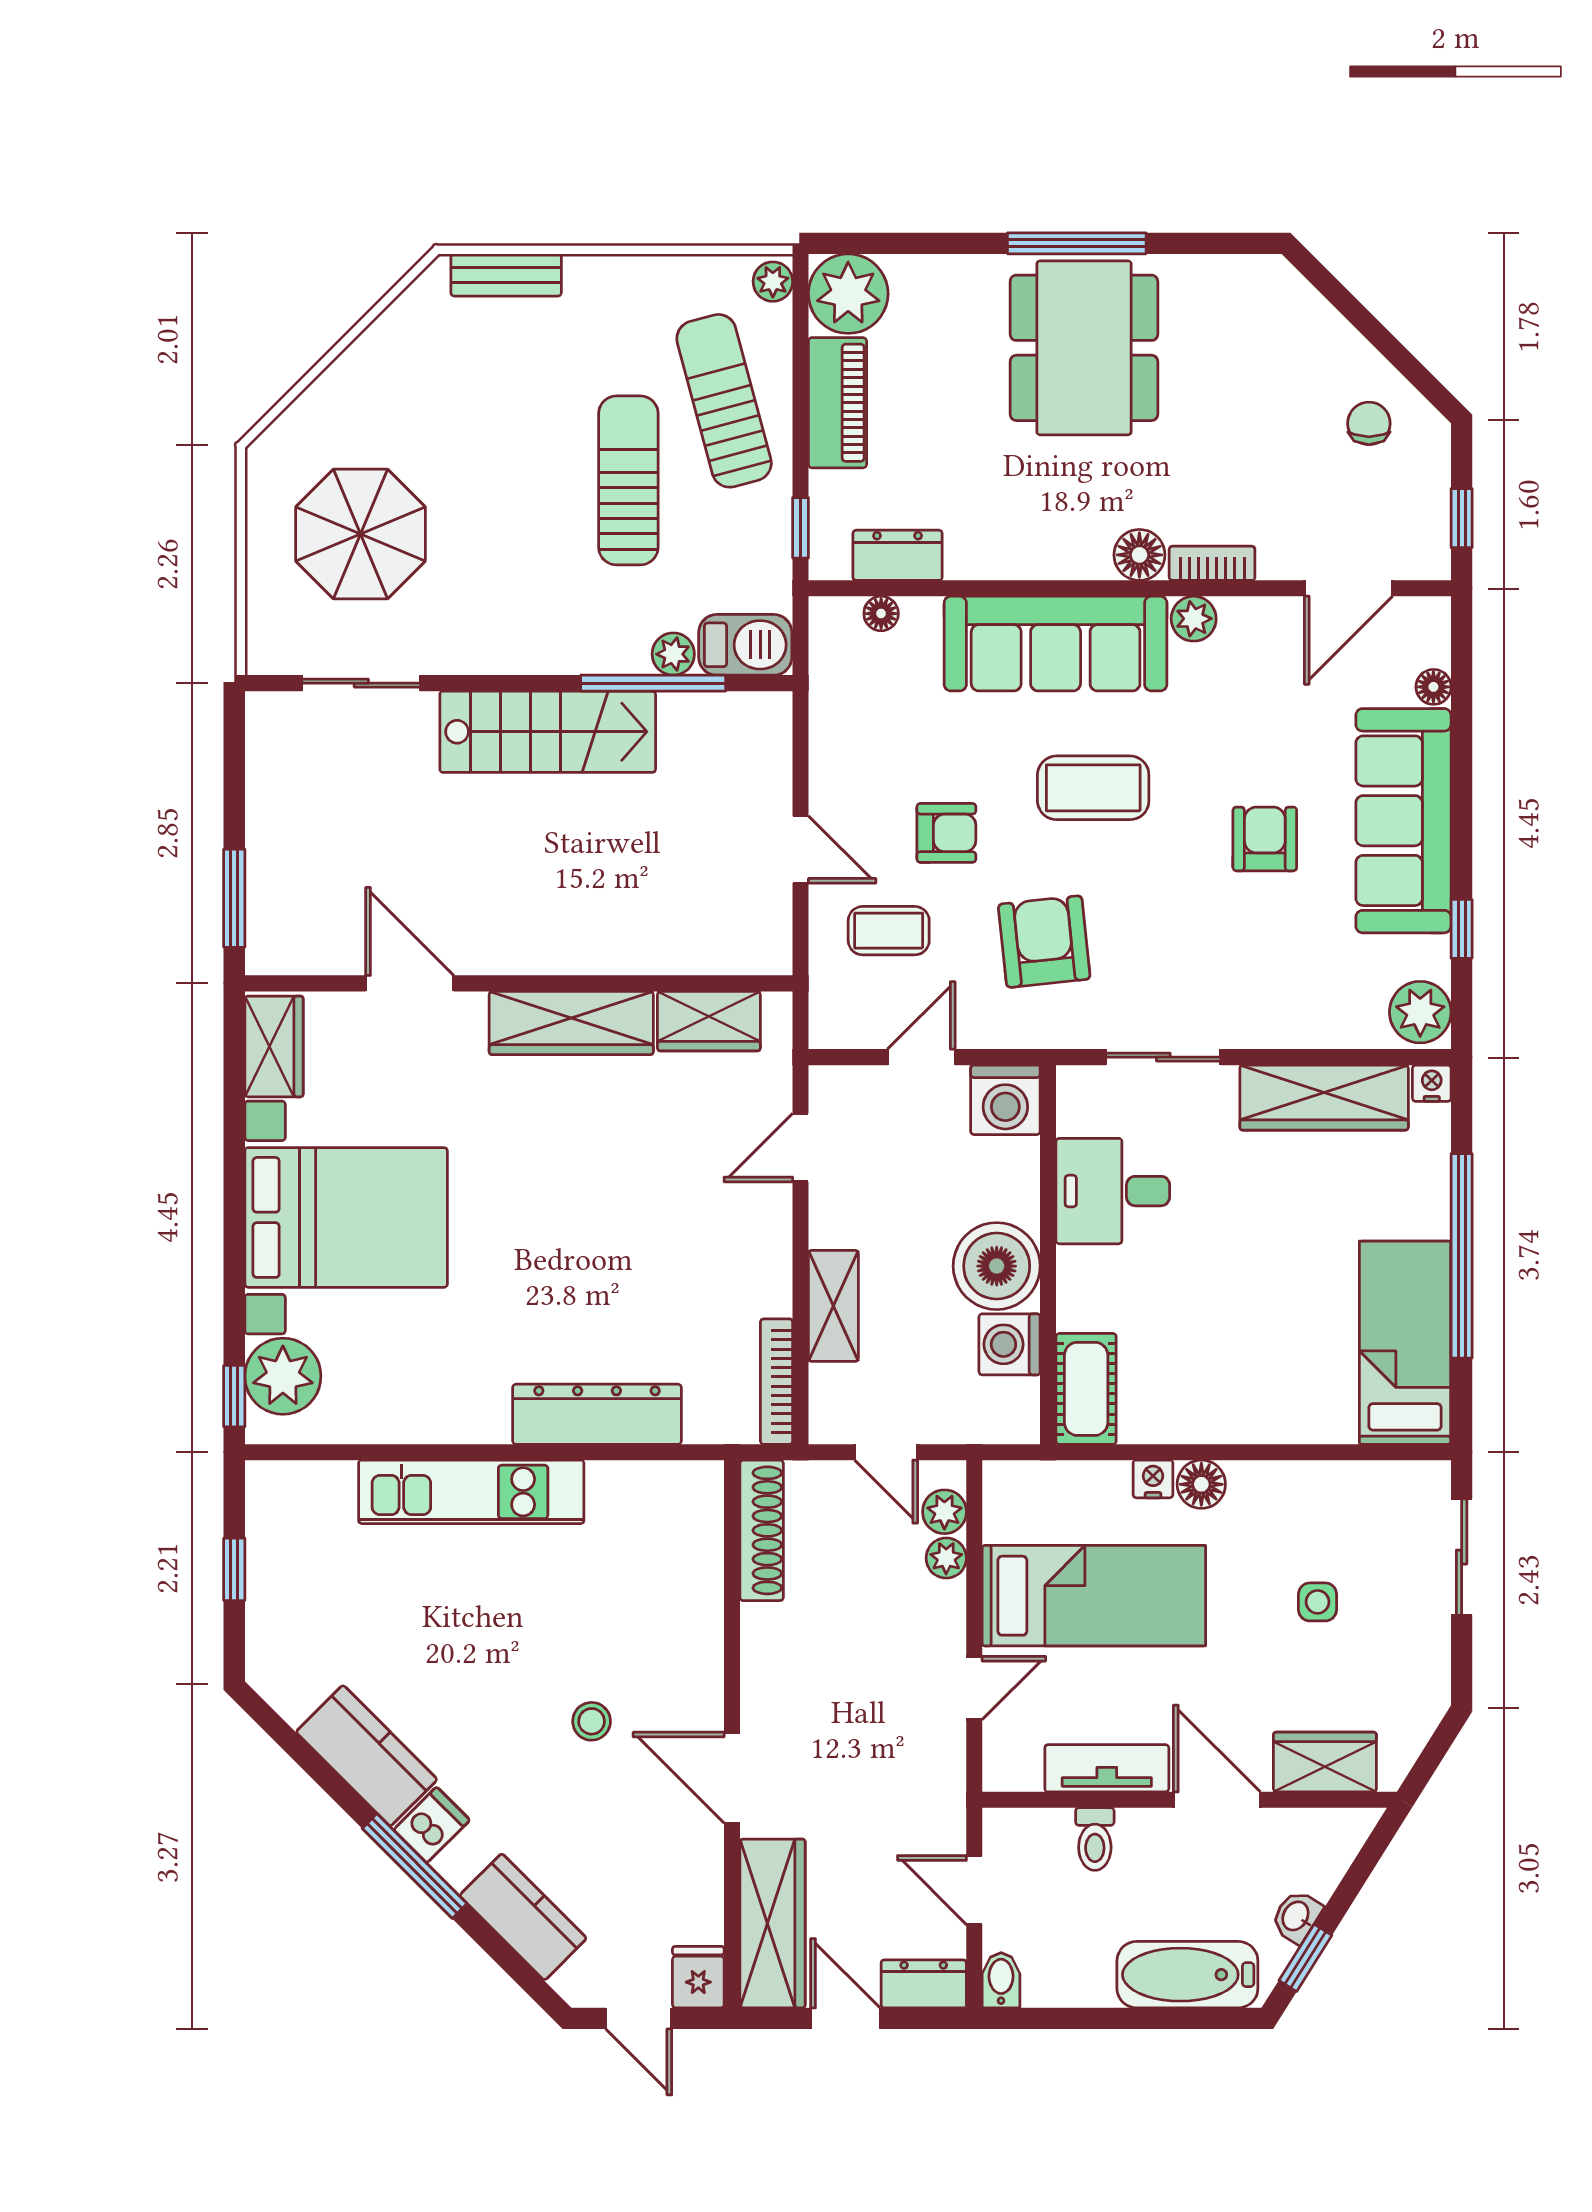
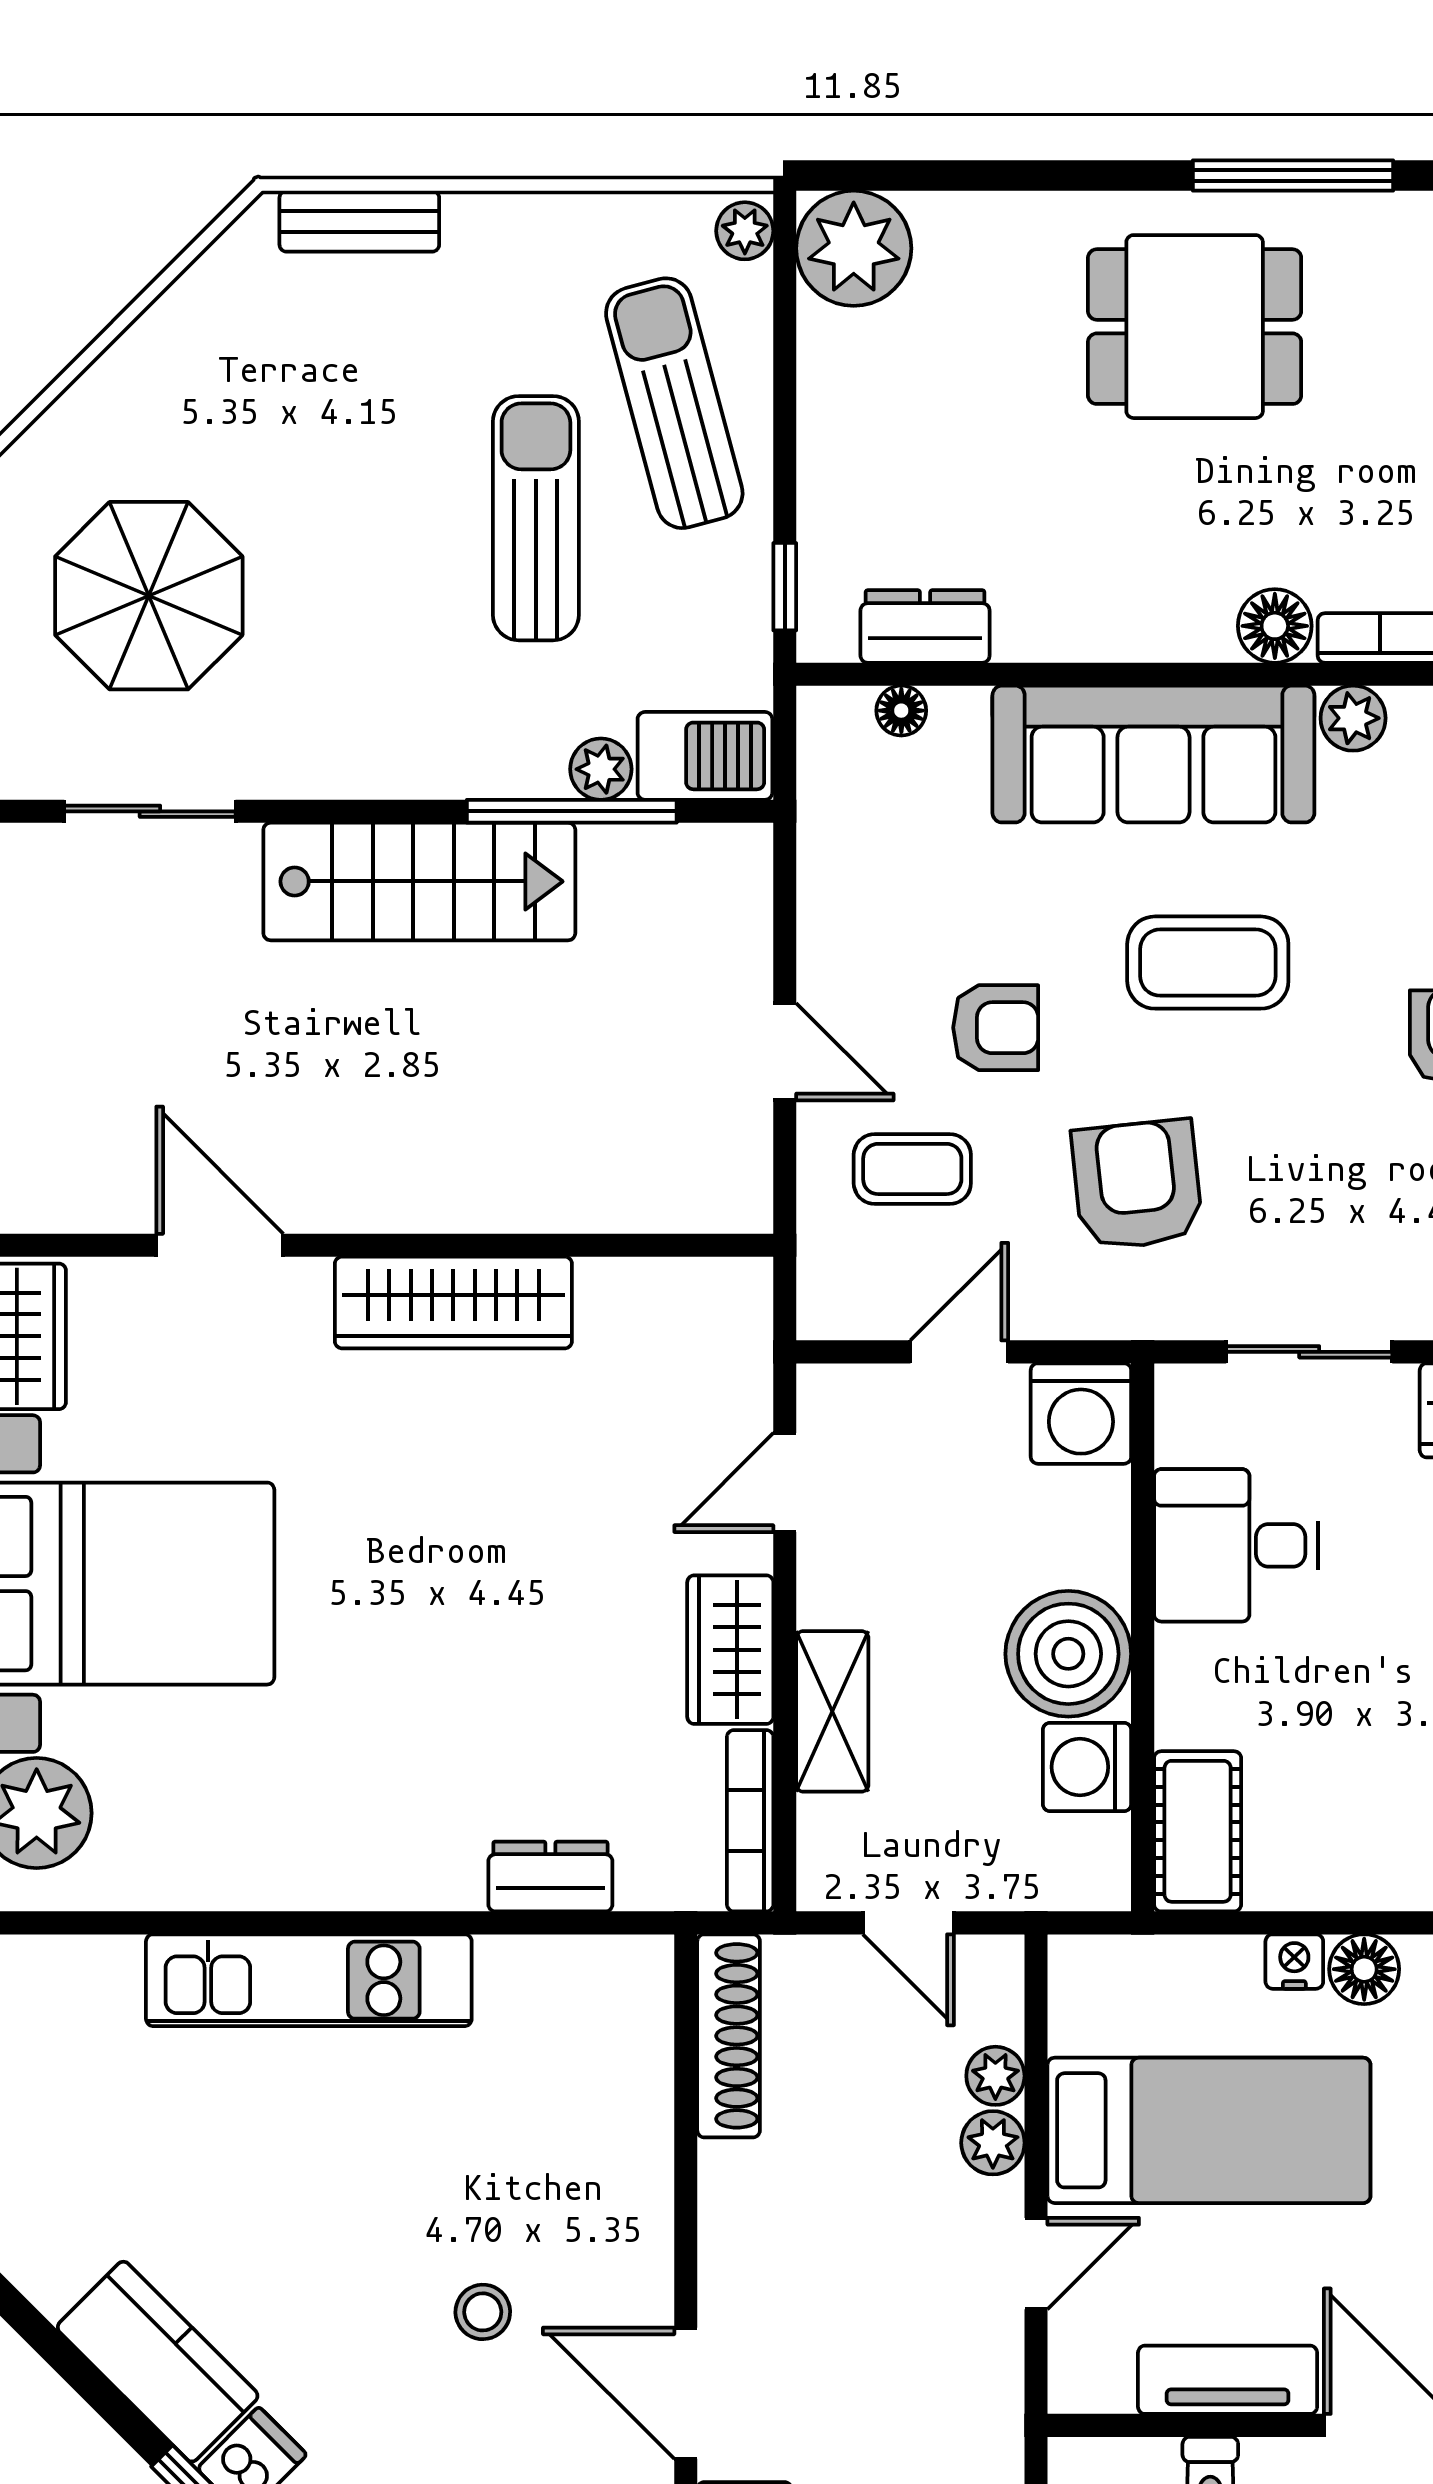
window: (1077, 243) -> (1293, 176), moved
dining table: (1084, 348) -> (1195, 327), width x0.73
piano: (837, 403) -> (838, 406), removed
wardrobe: (709, 1021) -> (730, 1650), moved, turned 90
dresser: (597, 1414) -> (550, 1877), width x0.51, depth x0.80
plant: (944, 1512) -> (993, 2143), moved

